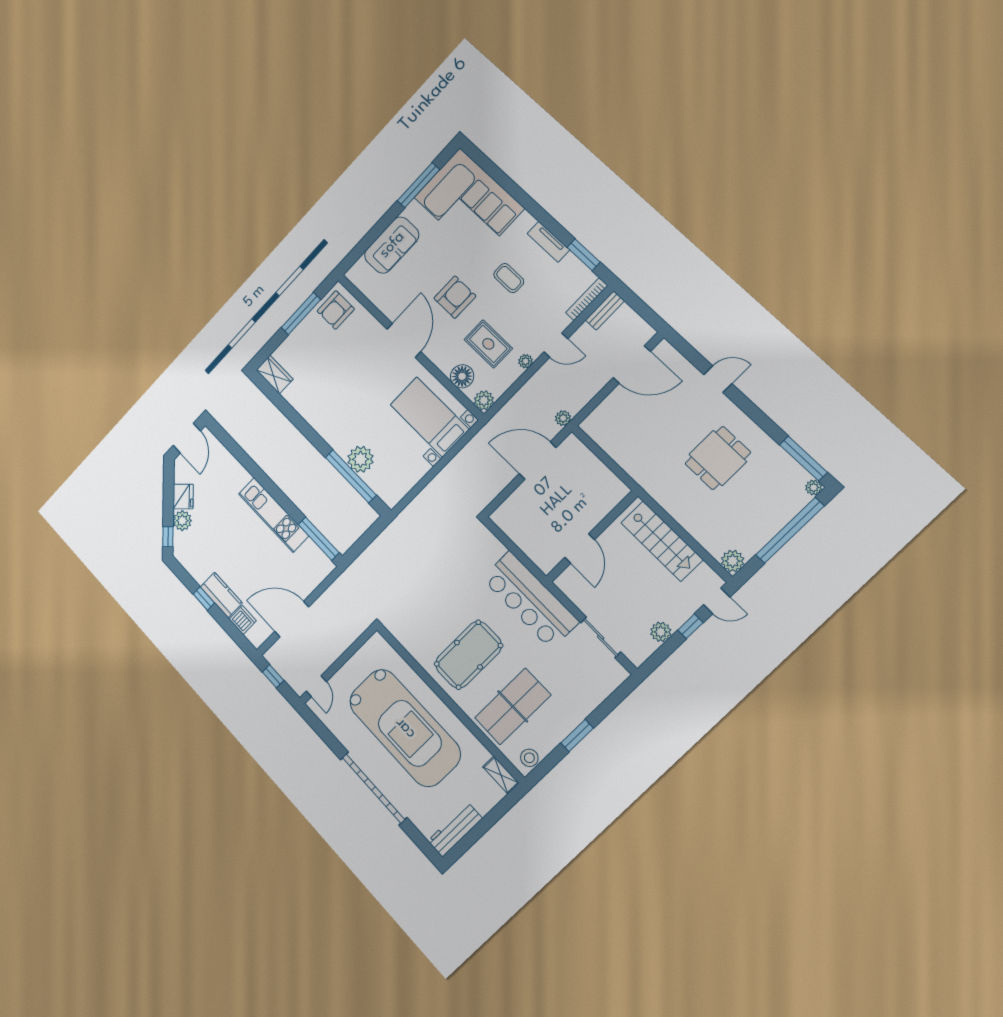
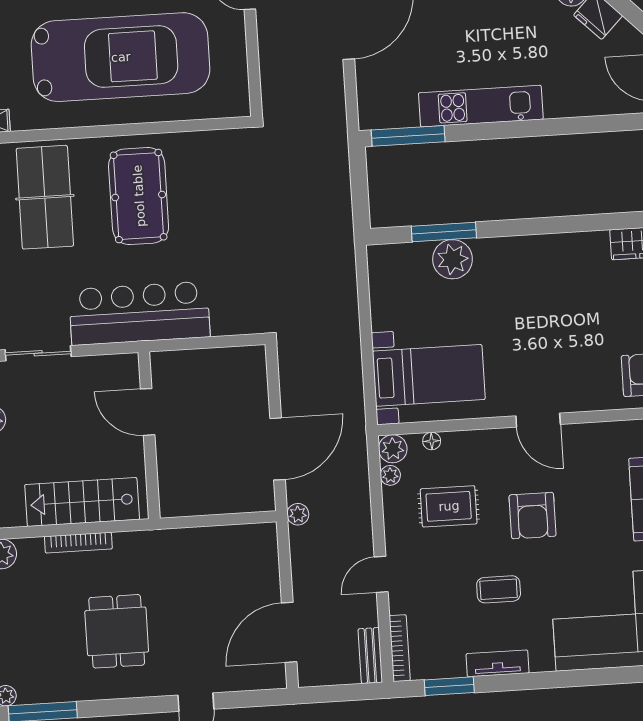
door: (404, 340) -> (538, 420), width x0.73
plant: (526, 361) -> (390, 475), moved
floor lamp: (462, 376) -> (432, 441), width x0.53, depth x0.53
window: (351, 476) -> (444, 232), width x0.68
bookcase: (687, 523) -> (78, 543), added
car: (405, 728) -> (121, 57), turned 180

